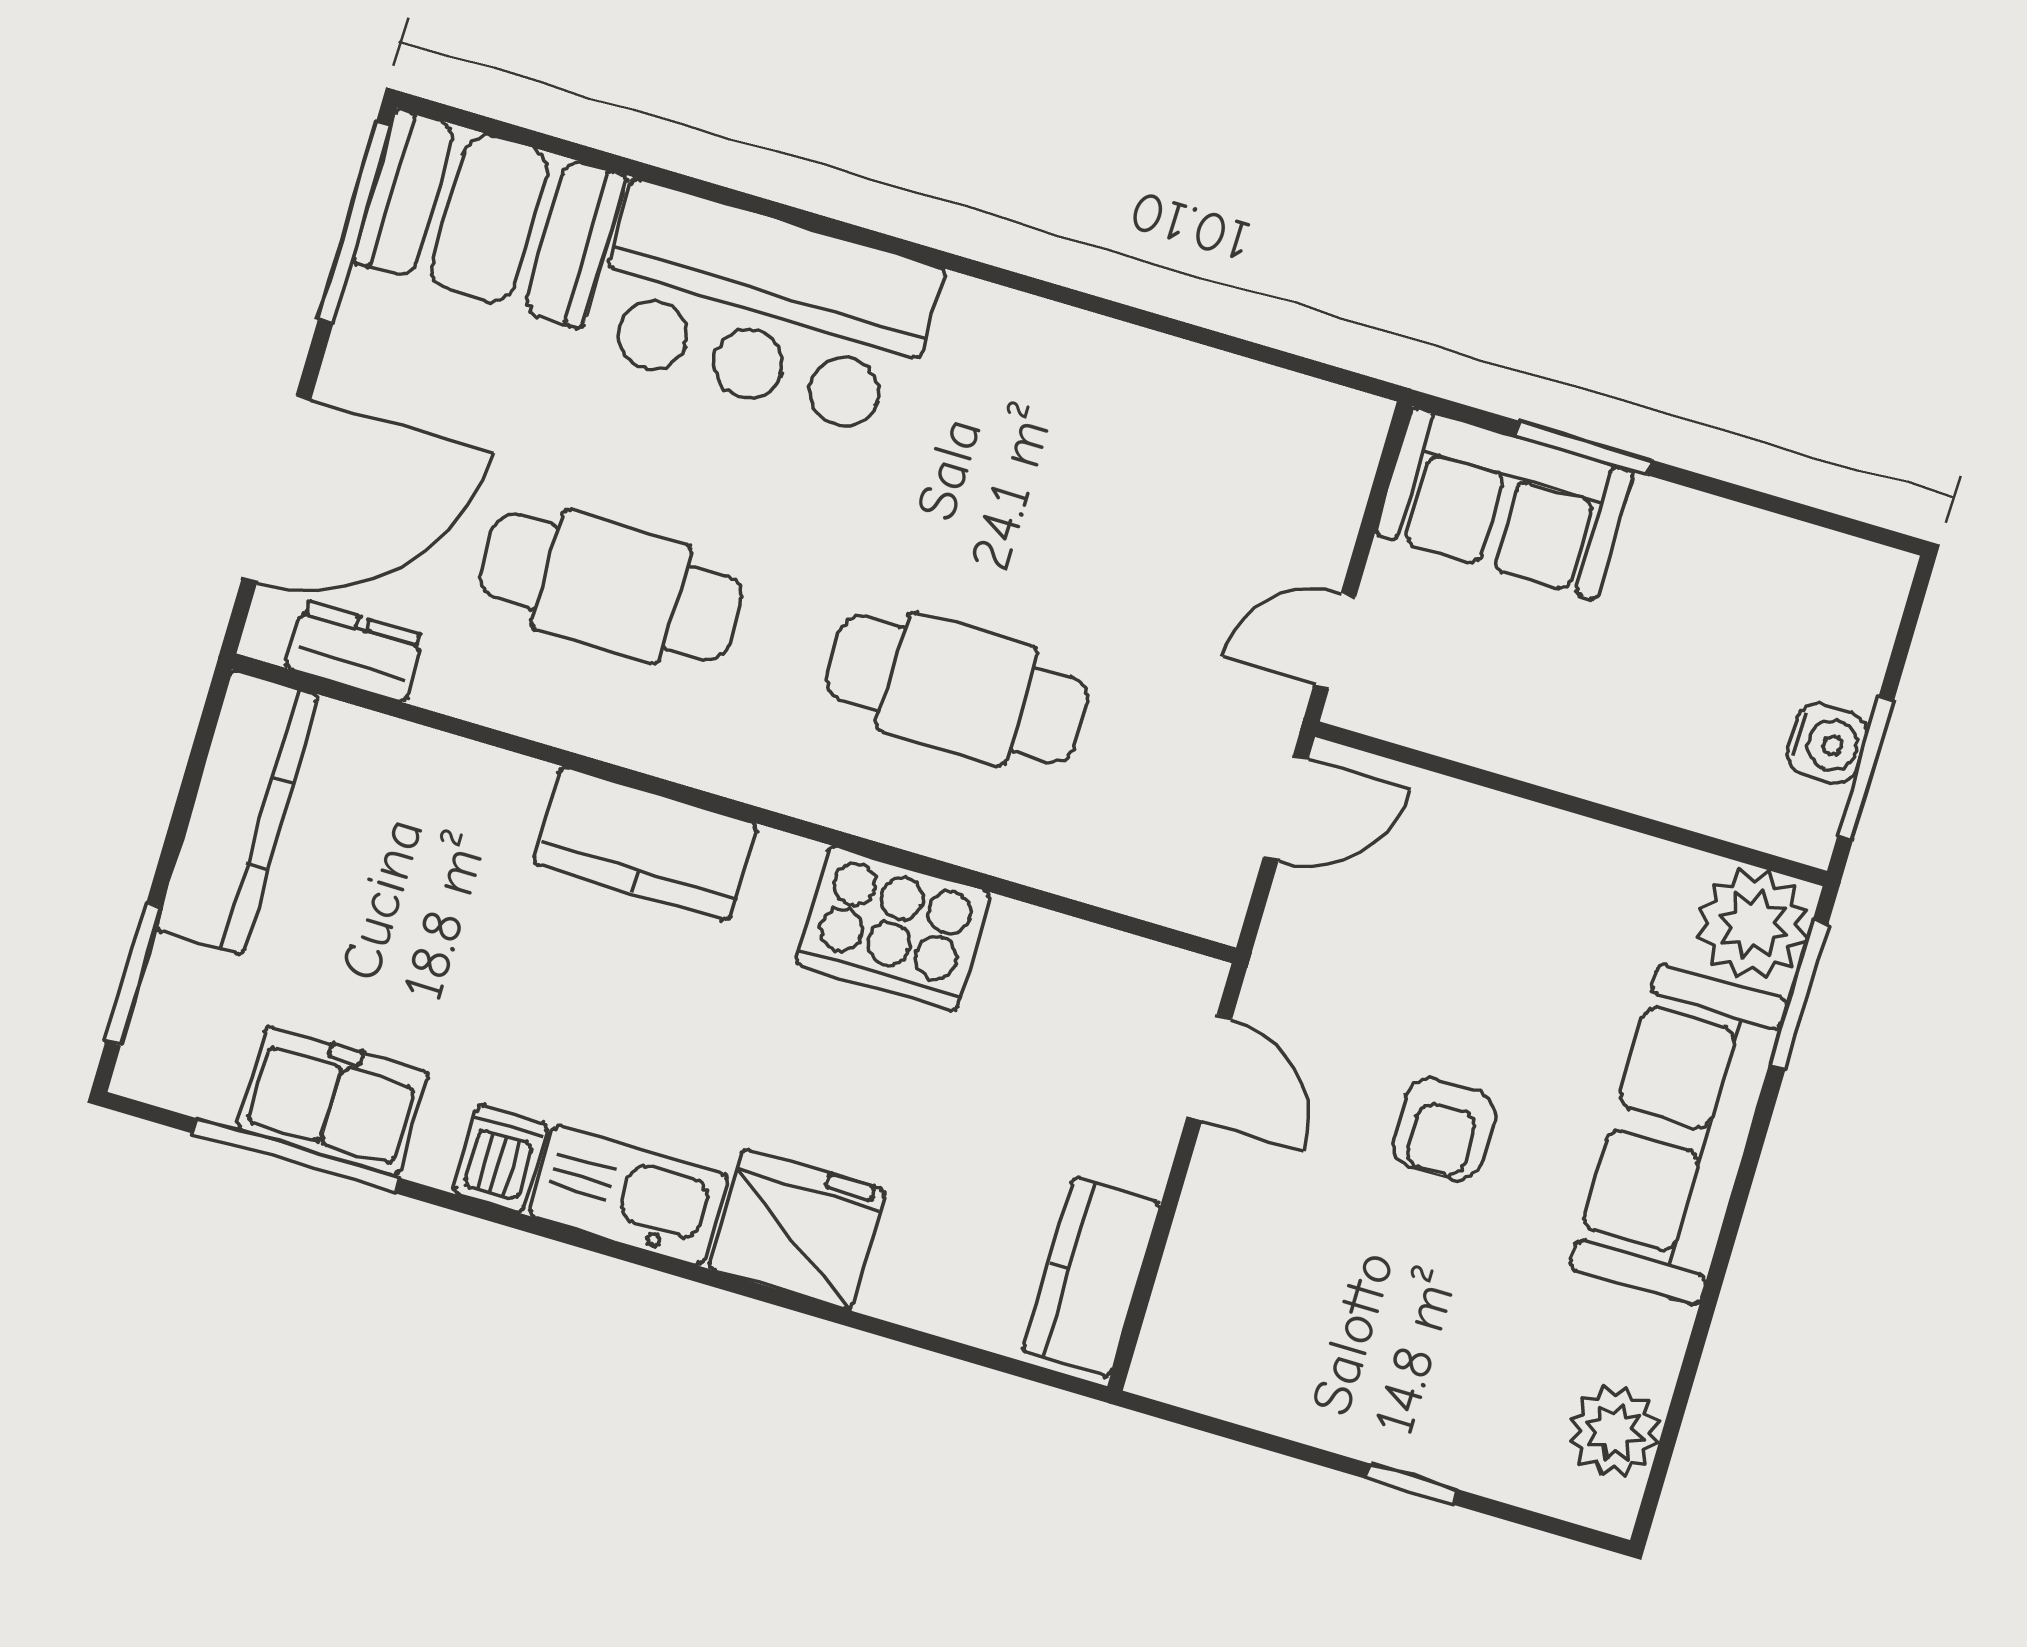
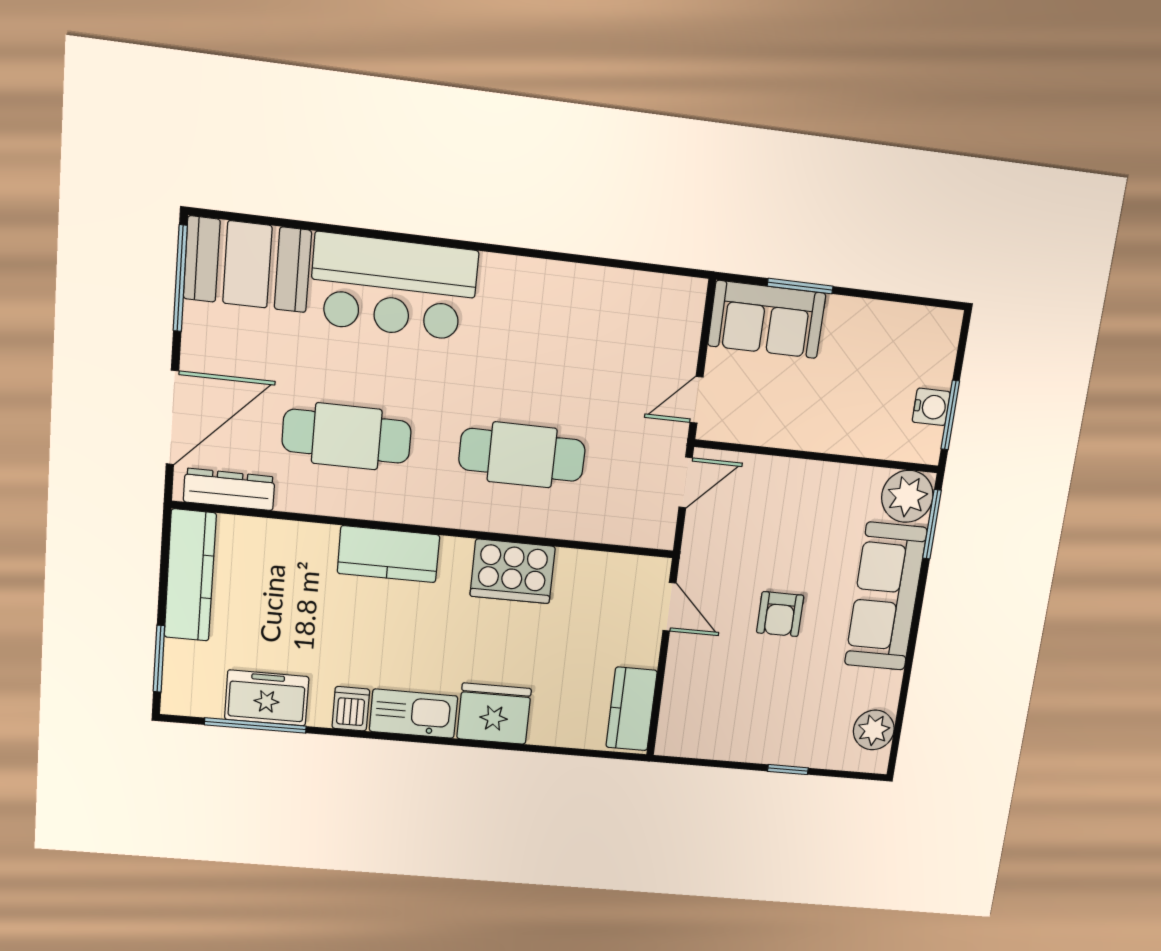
dresser: (355, 651) -> (229, 489), width x1.44

